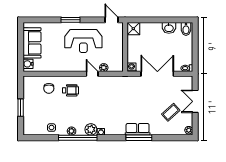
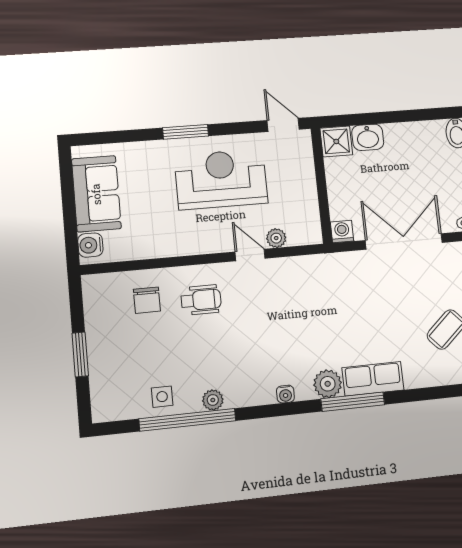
washbasin: (169, 28) -> (368, 137), moved
reception desk: (83, 41) -> (221, 179), turned 180
plant: (91, 129) -> (328, 384), moved
window: (78, 138) -> (187, 420), moved
window: (139, 138) -> (353, 402), moved

